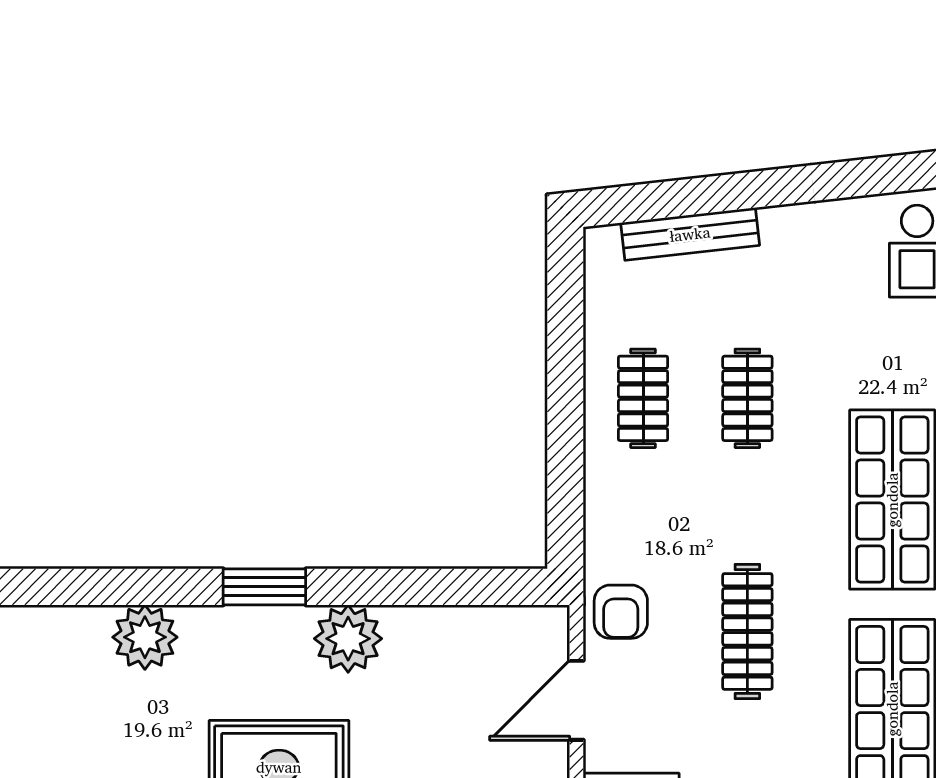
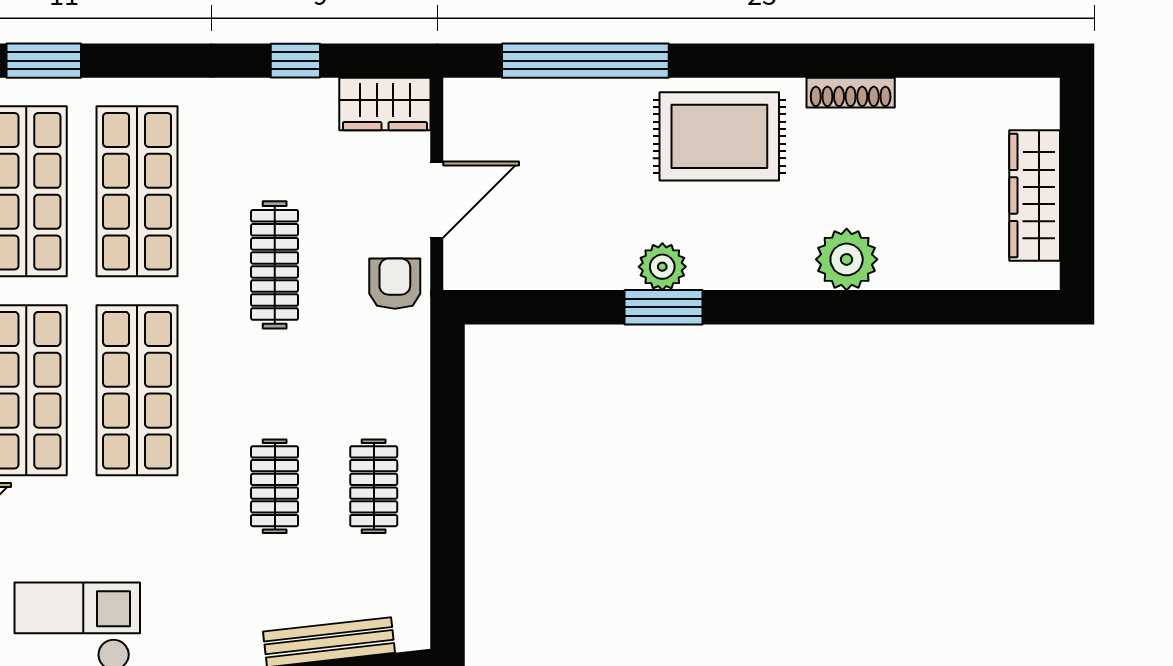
window: (264, 587) -> (663, 307), moved
plant: (348, 639) -> (662, 267), width x0.73, depth x0.73

